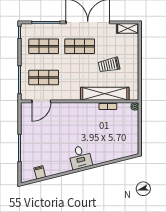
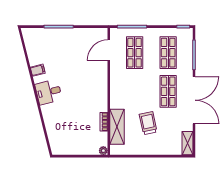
shelving: (105, 94) -> (117, 127), width x0.68
door: (41, 101) -> (109, 50), hinge flipped
filing cabinet: (40, 172) -> (38, 70), moved

